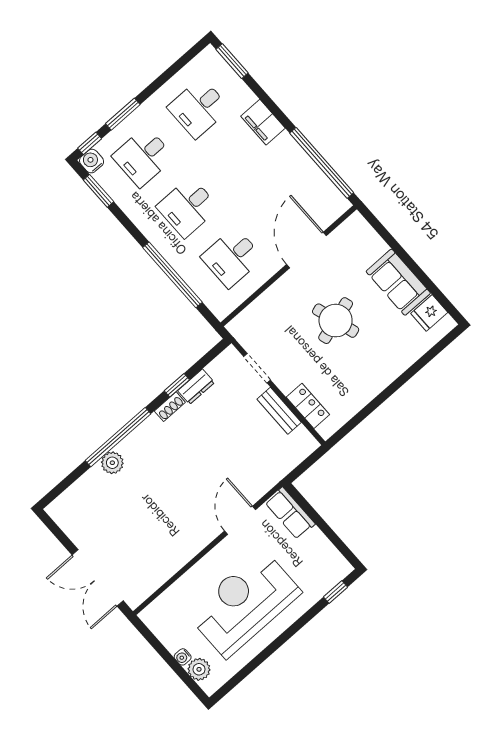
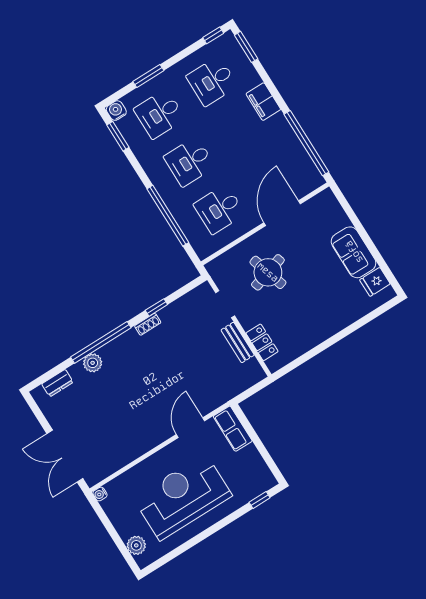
window: (90, 143) -> (213, 35), moved
round table: (336, 321) -> (268, 272), moved
dresser: (196, 387) -> (58, 383), moved
water cooler: (183, 657) -> (100, 494), moved

